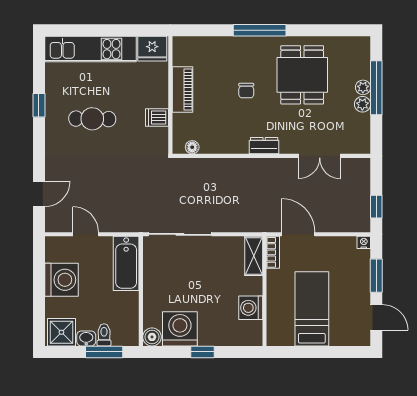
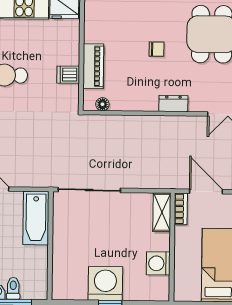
piano: (183, 90) -> (93, 66), moved
chair: (246, 91) -> (156, 49), turned -90
washing machine: (180, 329) -> (105, 283), moved
boiler: (152, 337) -> (61, 291), removed

